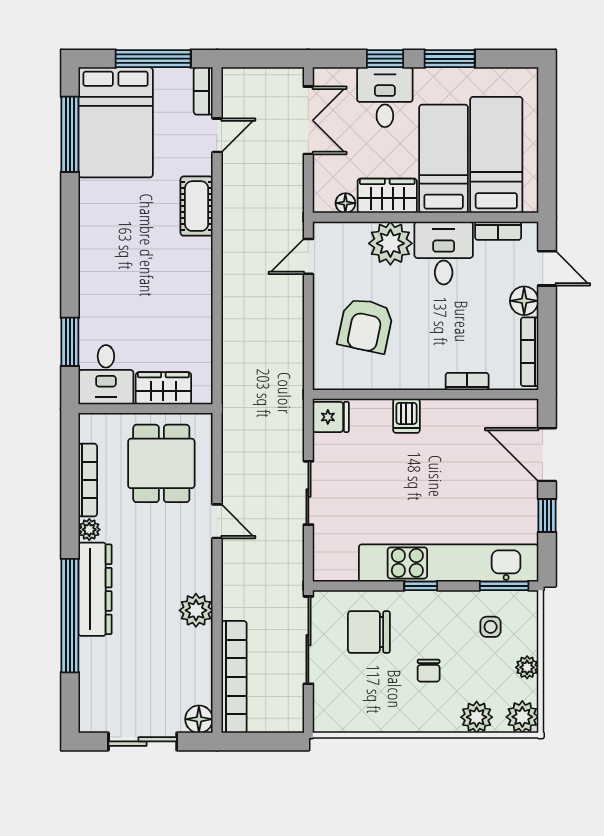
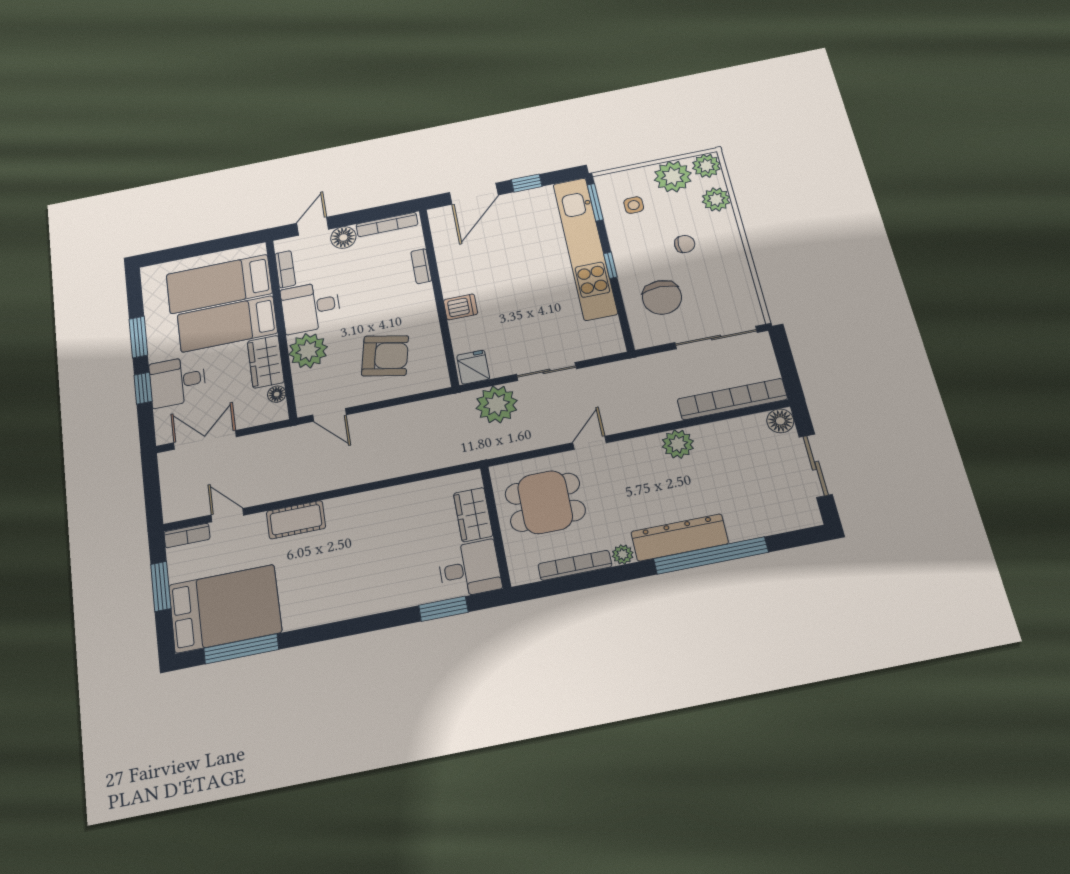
window: (153, 59) -> (161, 586), width x0.69
plant: (282, 434) -> (497, 404), added
sliding door: (308, 640) -> (716, 337), moved
plant: (527, 667) -> (673, 177), width x1.88, depth x1.88

